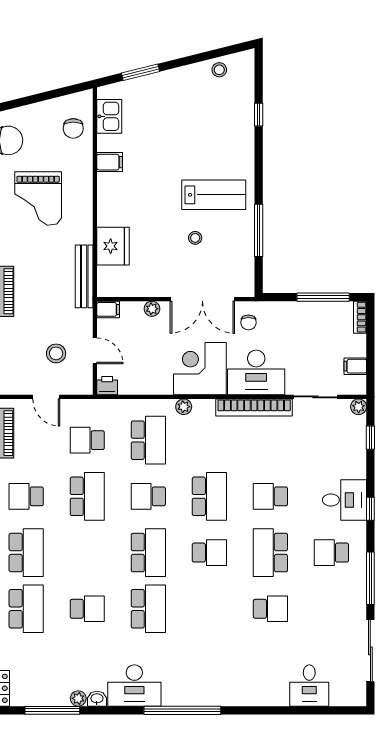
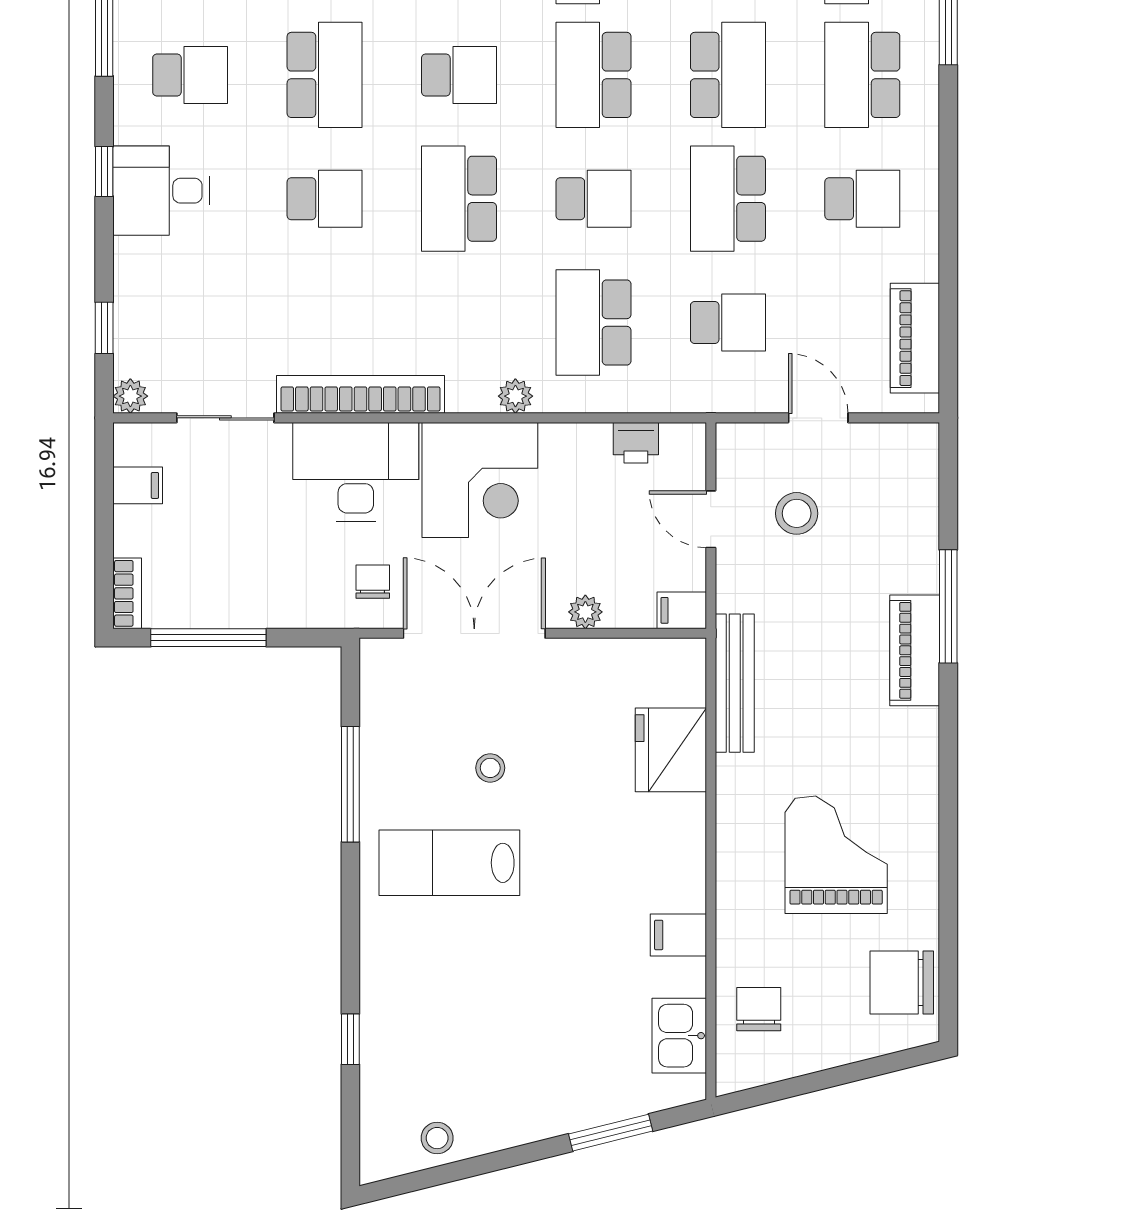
printer: (107, 386) -> (636, 443), moved
school desk: (87, 553) -> (728, 75), added
school desk: (209, 553) -> (459, 75), turned 180

